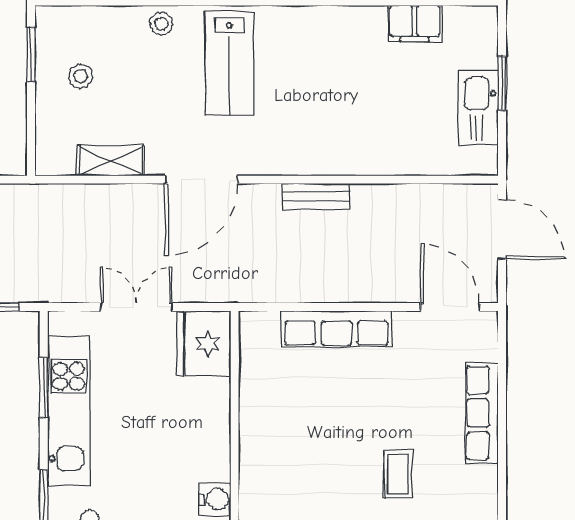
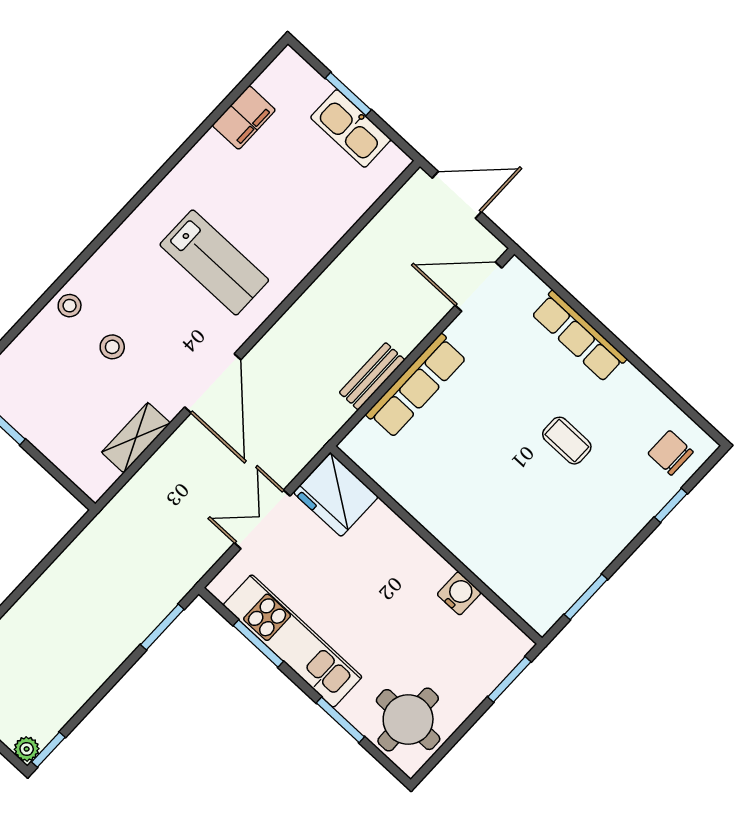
lab bench: (229, 64) -> (214, 262), moved
stool: (80, 76) -> (112, 347), moved
bench: (316, 196) -> (372, 376), moved

